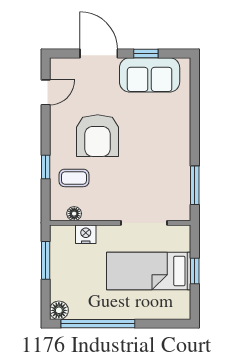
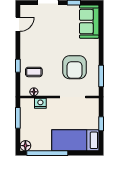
sofa: (150, 75) -> (89, 22), moved, turned 90
armchair: (98, 136) -> (75, 67), moved
bed: (149, 271) -> (75, 140), moved

